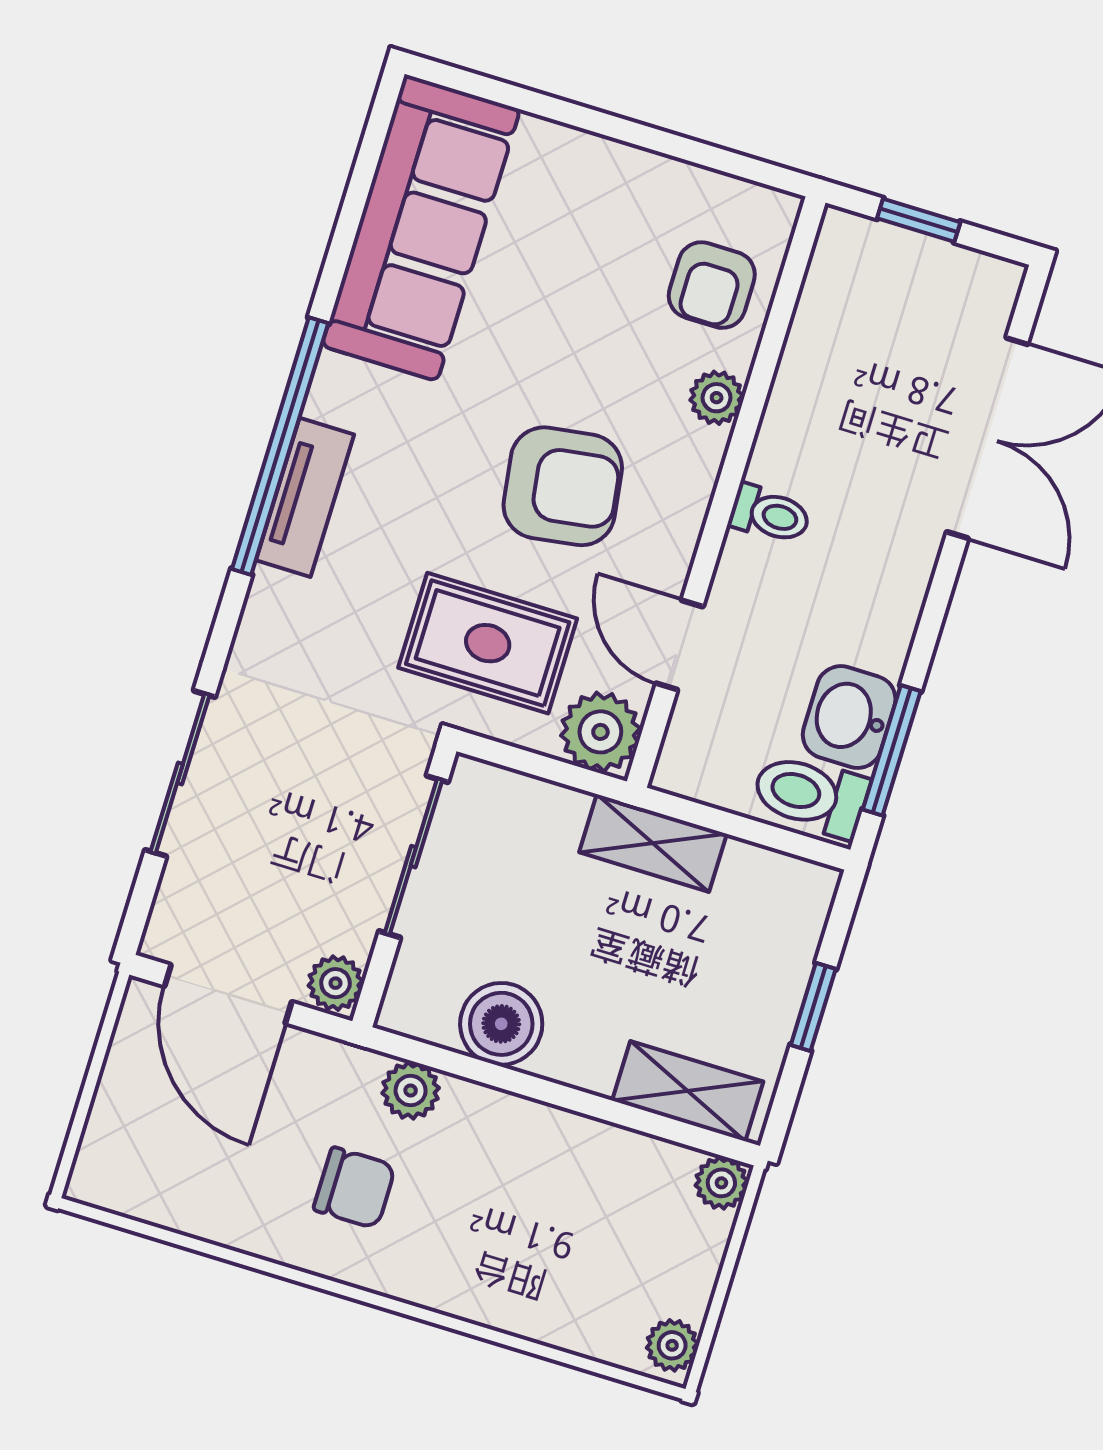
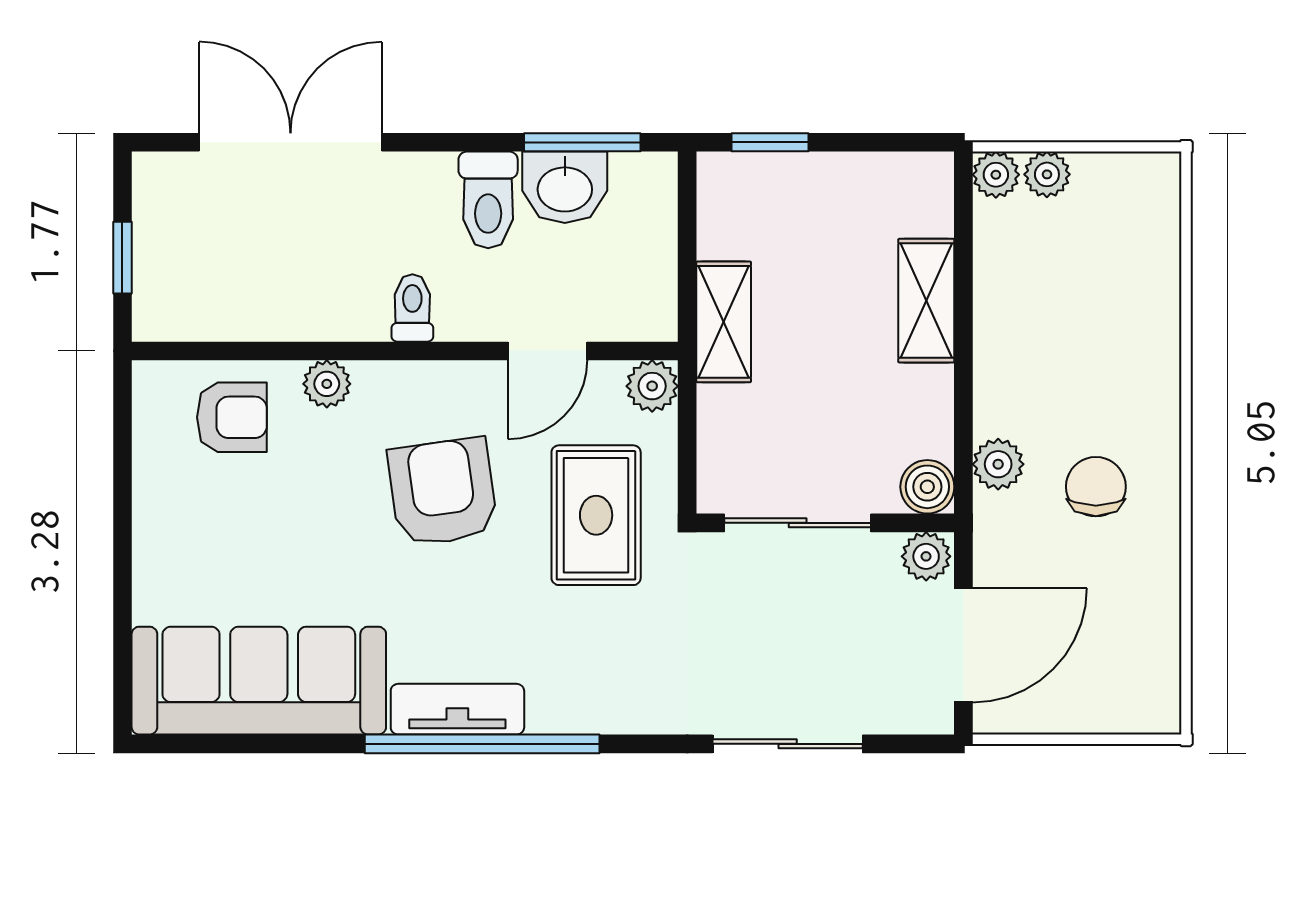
tv unit: (305, 497) -> (457, 709), moved
plant: (600, 732) -> (652, 386), width x0.73, depth x0.73
toilet: (810, 795) -> (488, 200), moved
window: (813, 1007) -> (770, 142), moved
boiler: (501, 1024) -> (927, 487), moved, width x0.73, depth x0.73
shelving: (688, 1091) -> (926, 301), moved
plant: (672, 1345) -> (1047, 174), moved

